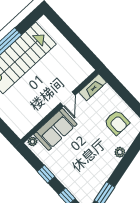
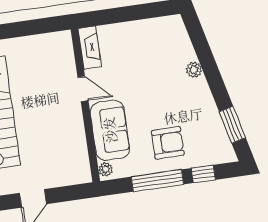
armchair: (117, 122) -> (168, 143), moved
window: (46, 174) -> (157, 181), width x2.17

